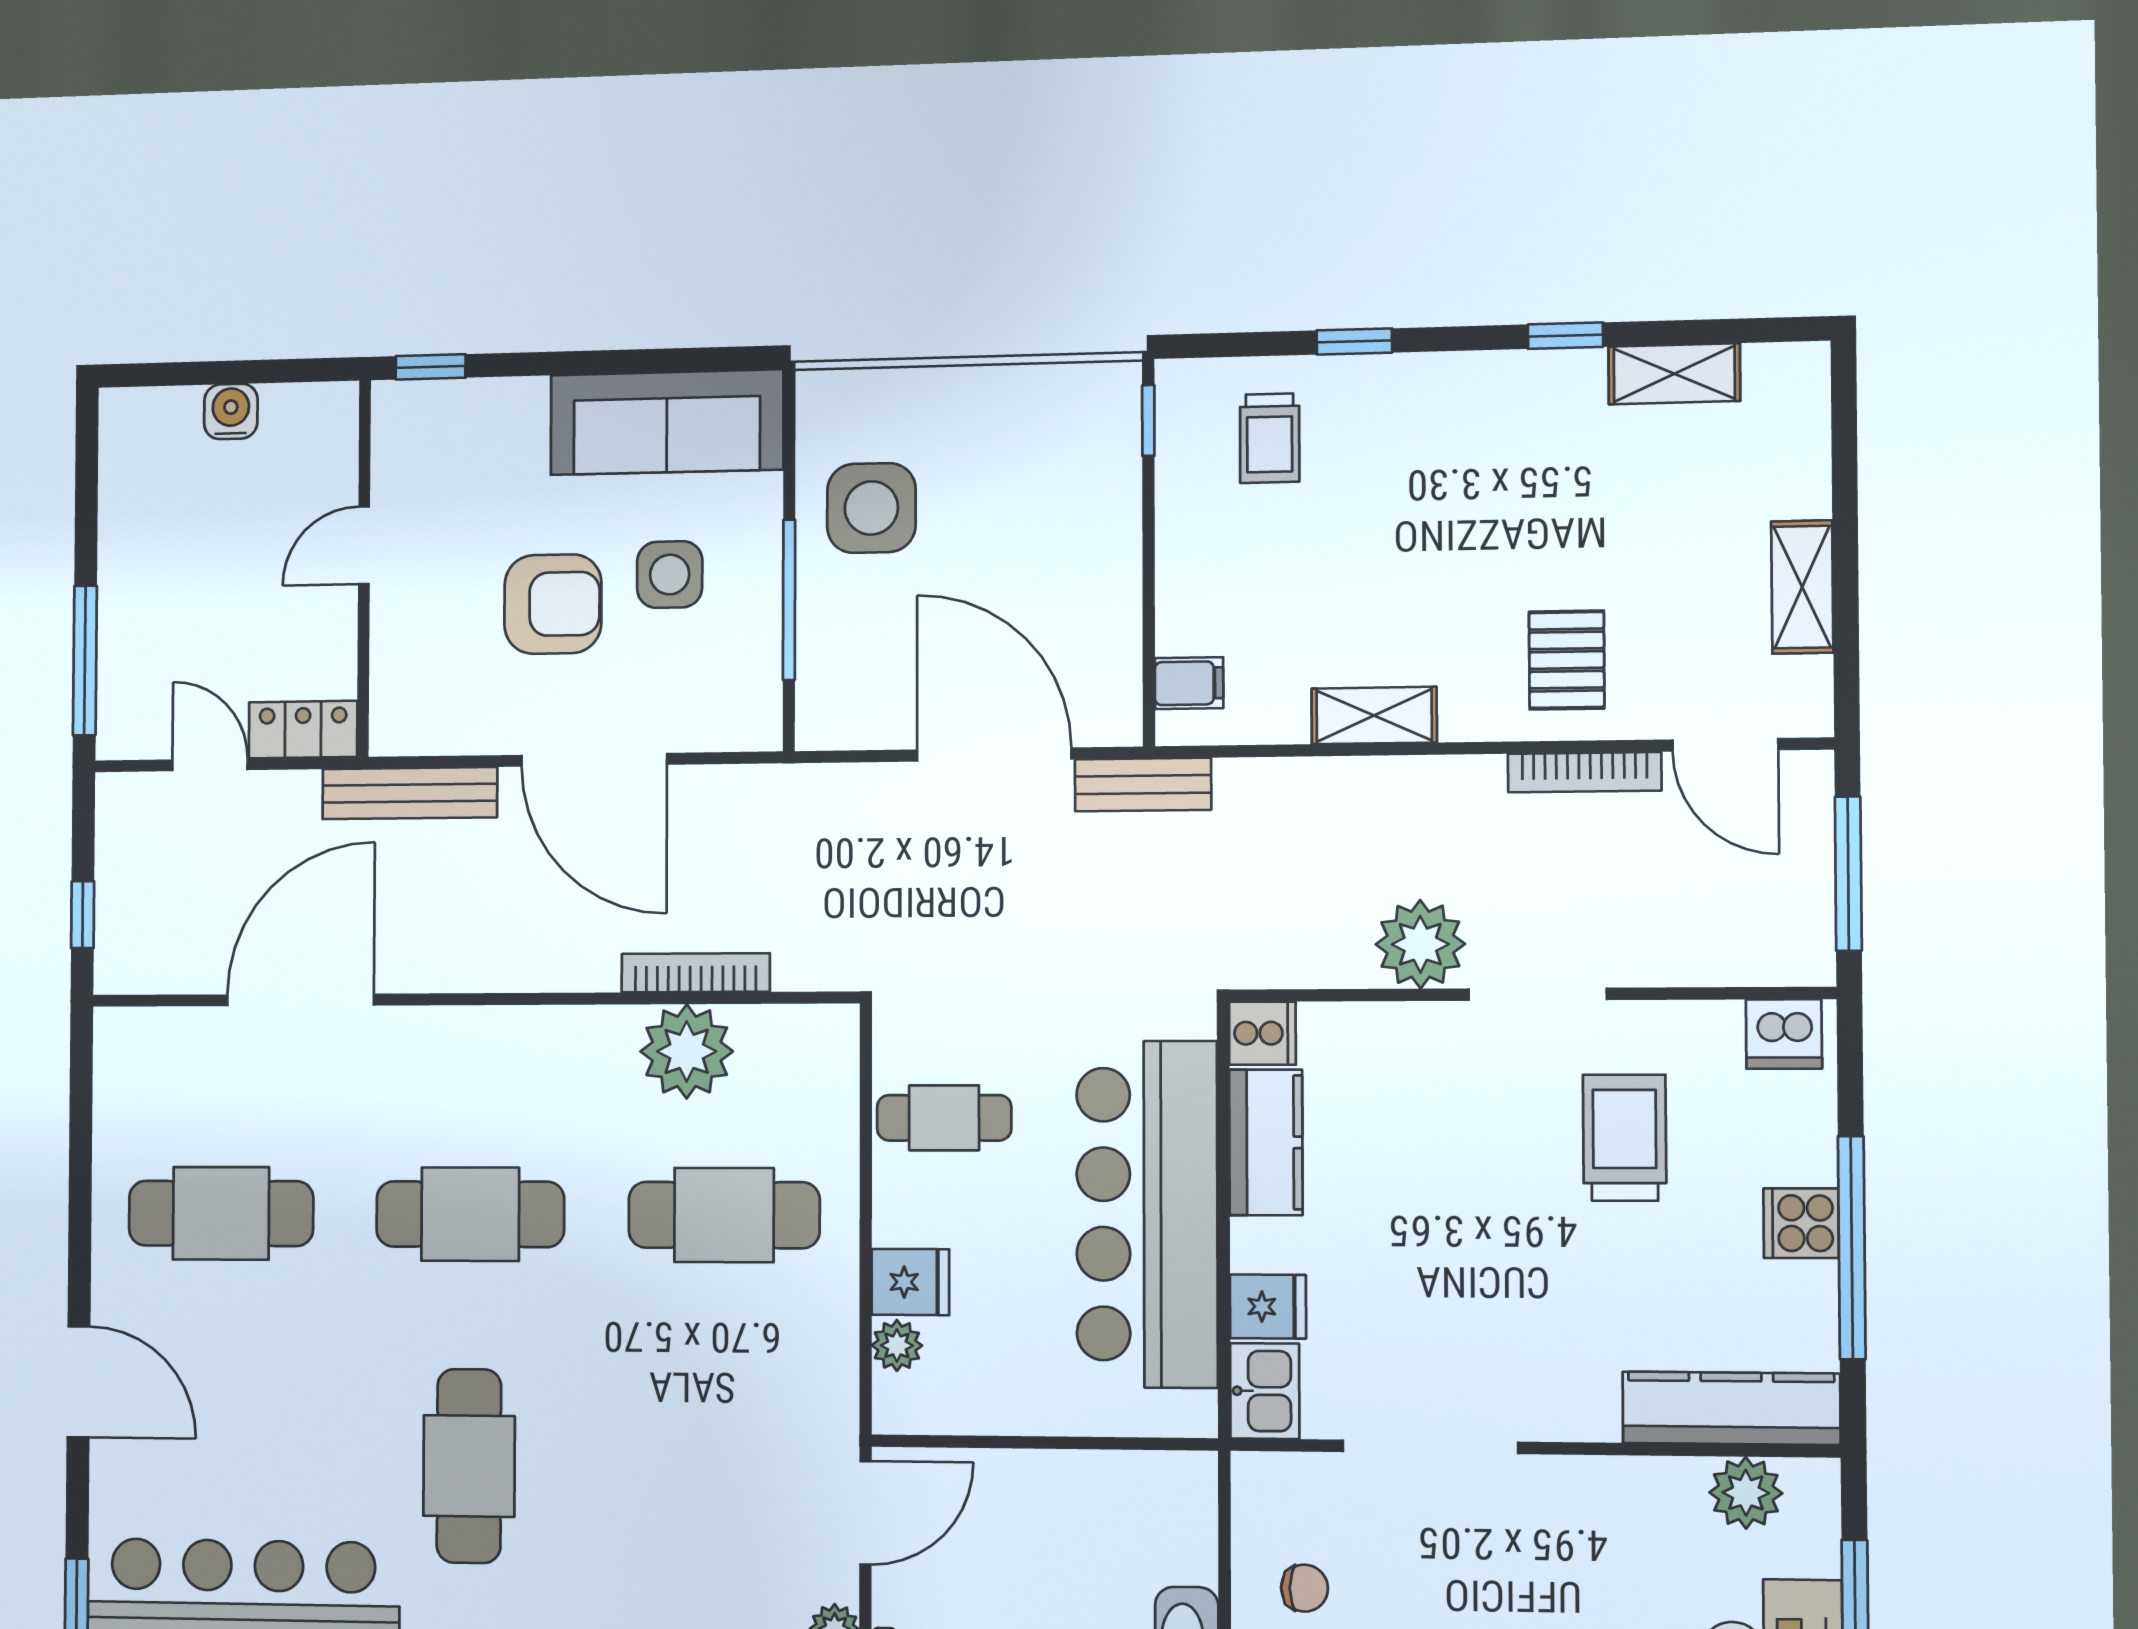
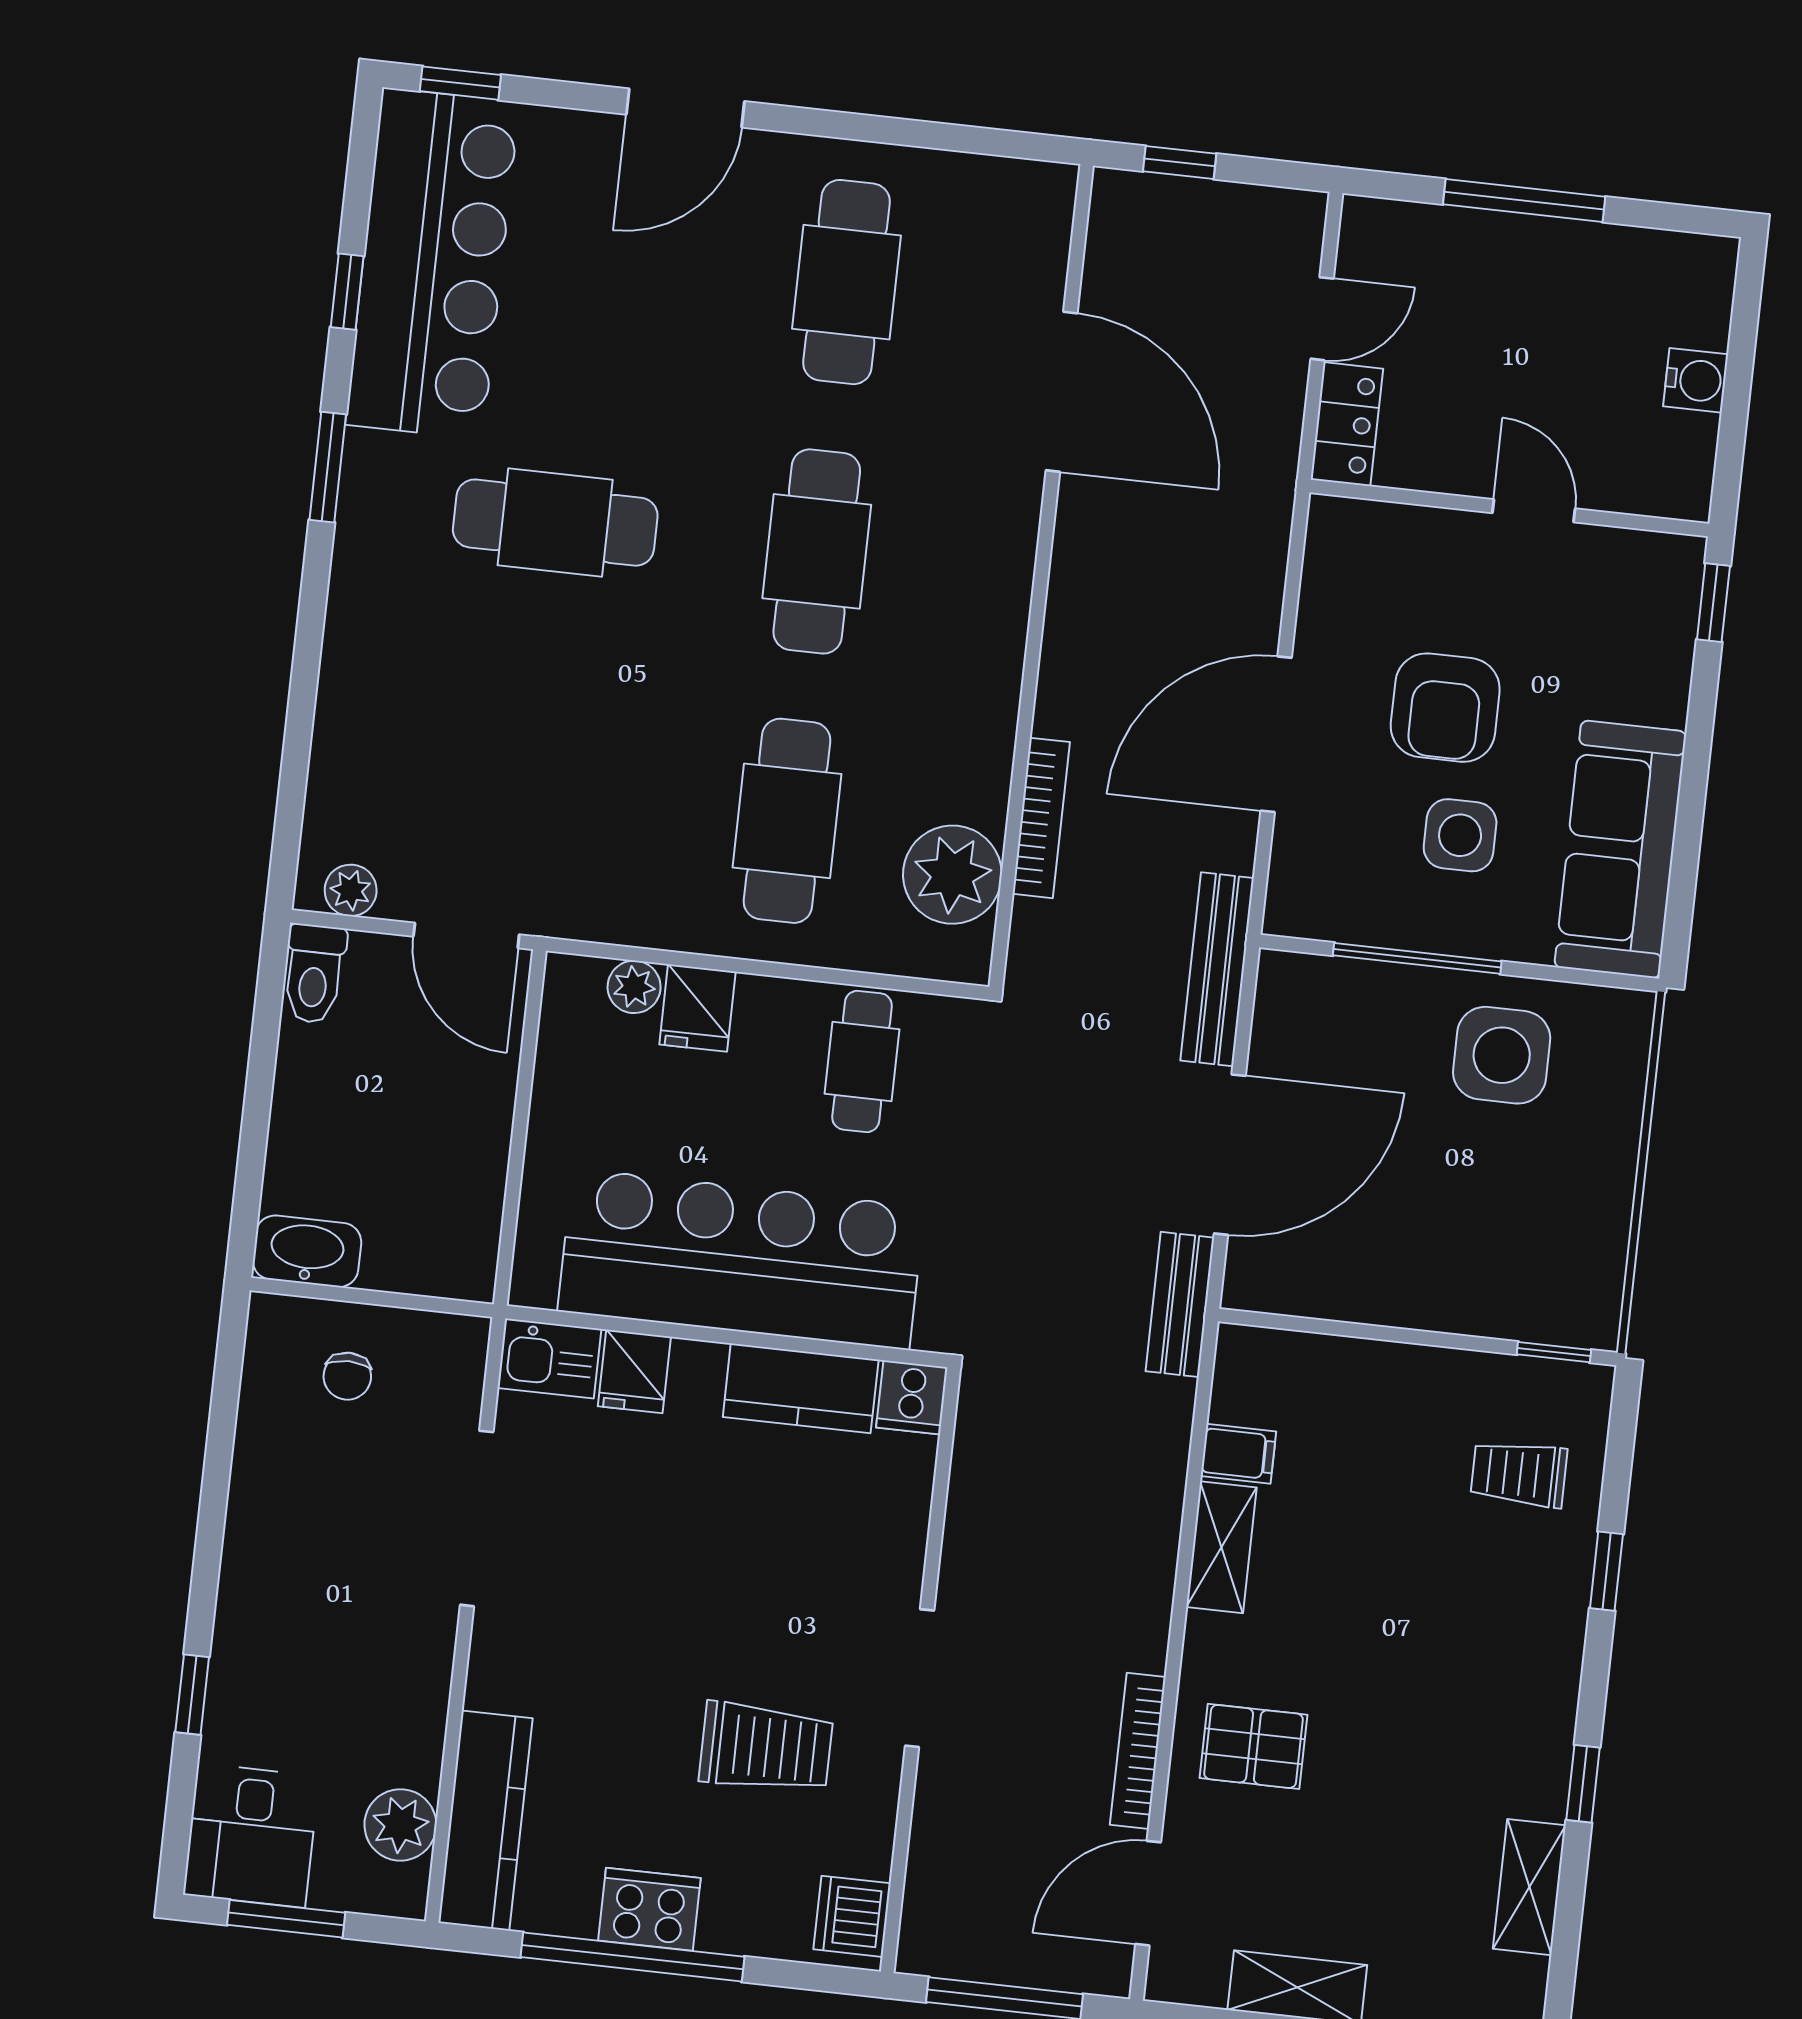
window: (85, 661) -> (1524, 201), moved
filing cabinet: (1189, 683) -> (1238, 1454), moved, turned -90
bench: (410, 793) -> (1217, 969), moved
plant: (1420, 944) -> (984, 1567), removed
plant: (687, 1051) -> (952, 875), moved
cooker: (1801, 1223) -> (649, 1909), width x1.36

